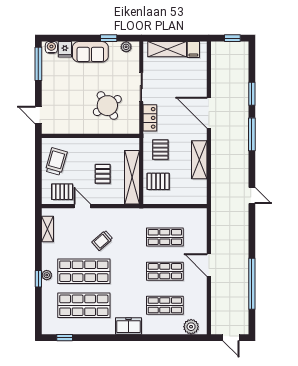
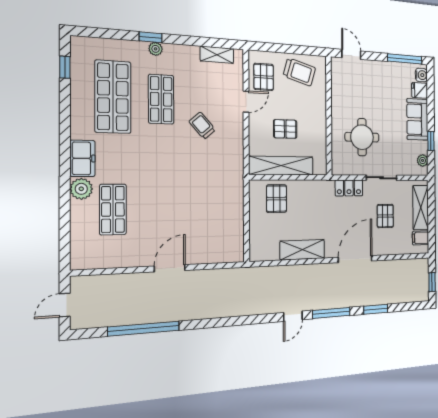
round table: (107, 106) -> (362, 137), turned 32
door: (38, 115) -> (351, 54), hinge flipped
pallet: (160, 150) -> (385, 216), moved, turned 90
door: (252, 195) -> (293, 316), moved
shop shelf: (165, 237) -> (207, 208), removed
shop shelf: (84, 271) -> (161, 99), width x0.70, depth x0.74
shop shelf: (165, 271) -> (161, 209), removed
plant: (191, 327) -> (81, 189), moved

